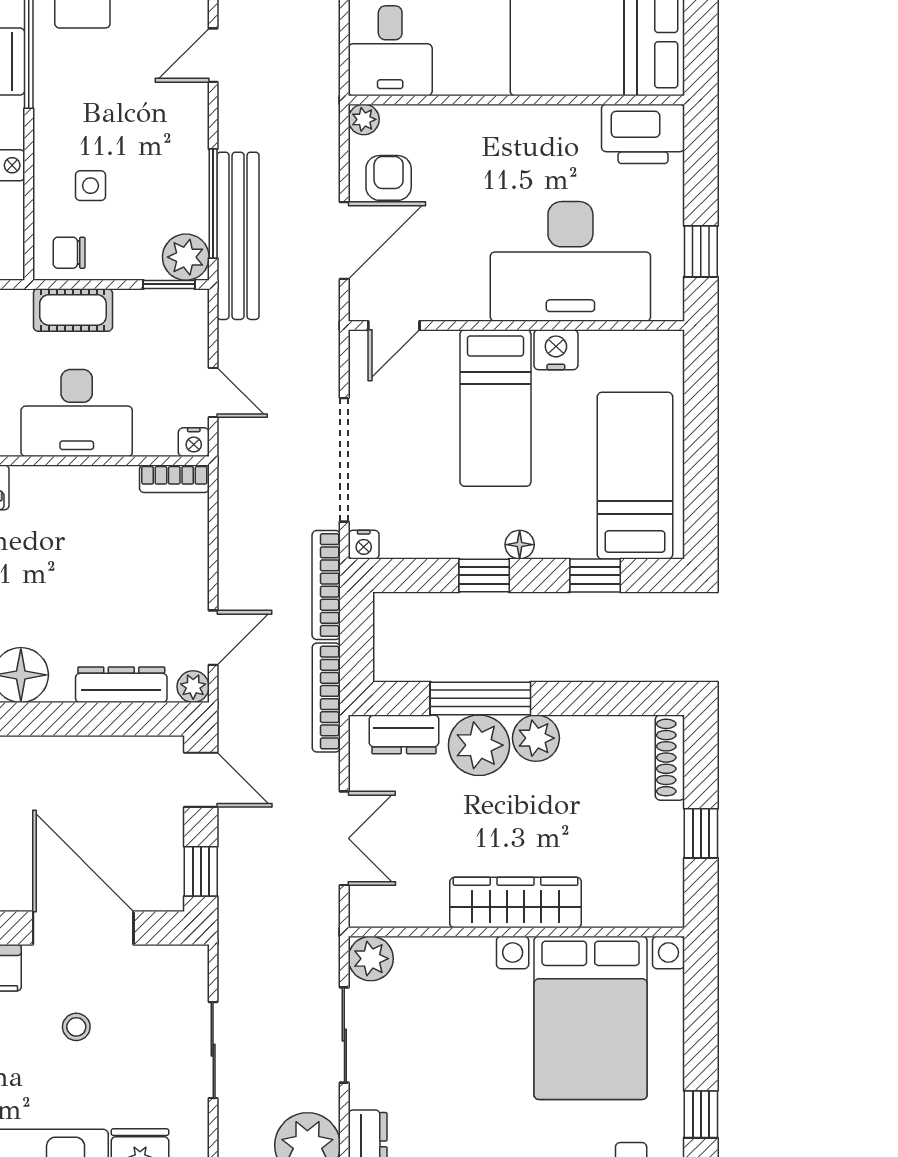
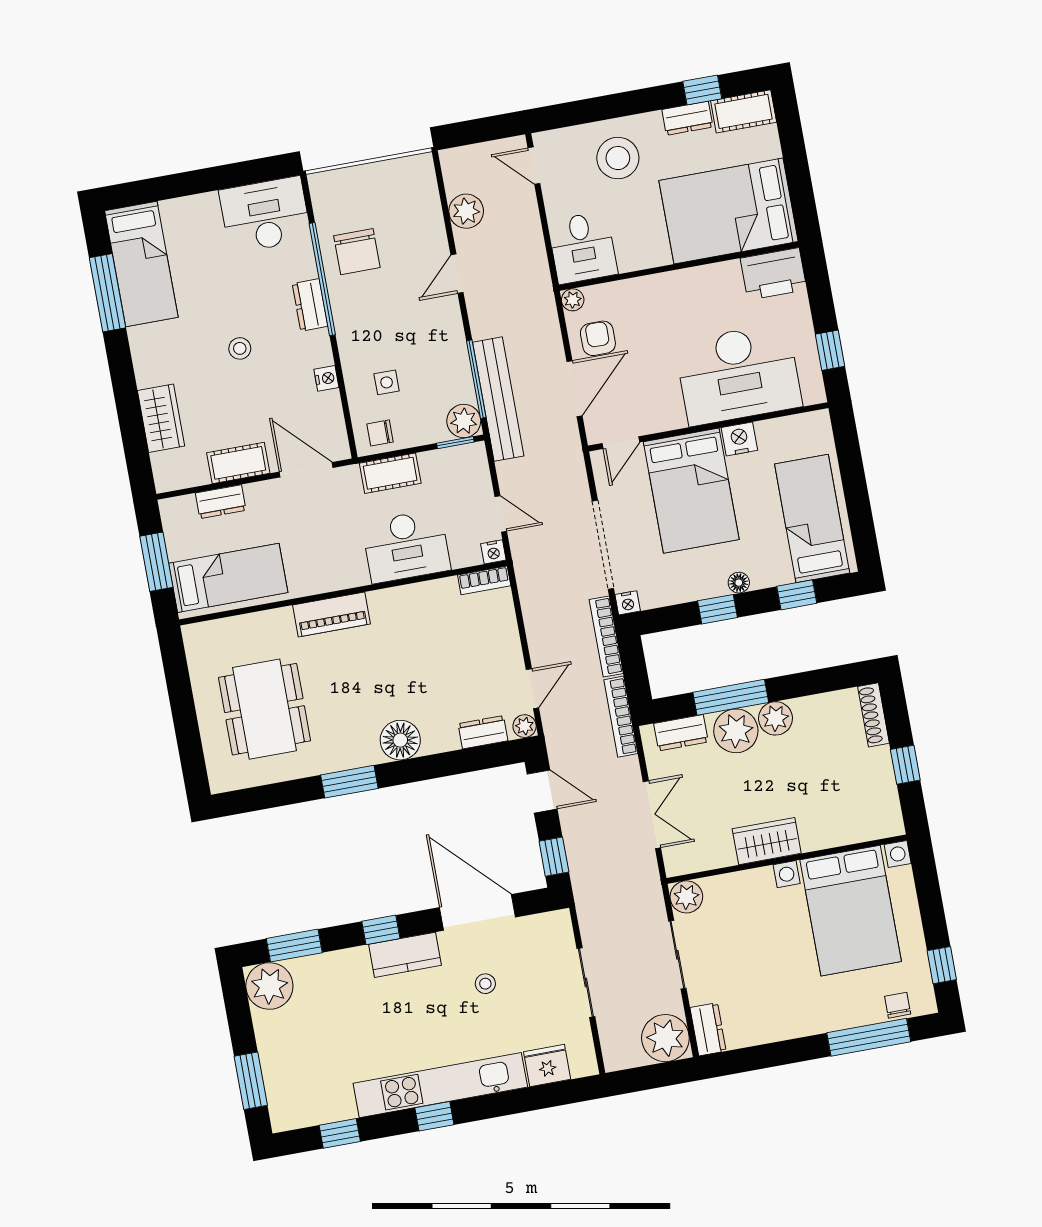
bed: (495, 408) -> (691, 491), width x1.50
dresser: (121, 685) -> (483, 732), width x0.70
wardrobe: (516, 903) -> (767, 841), width x0.67

